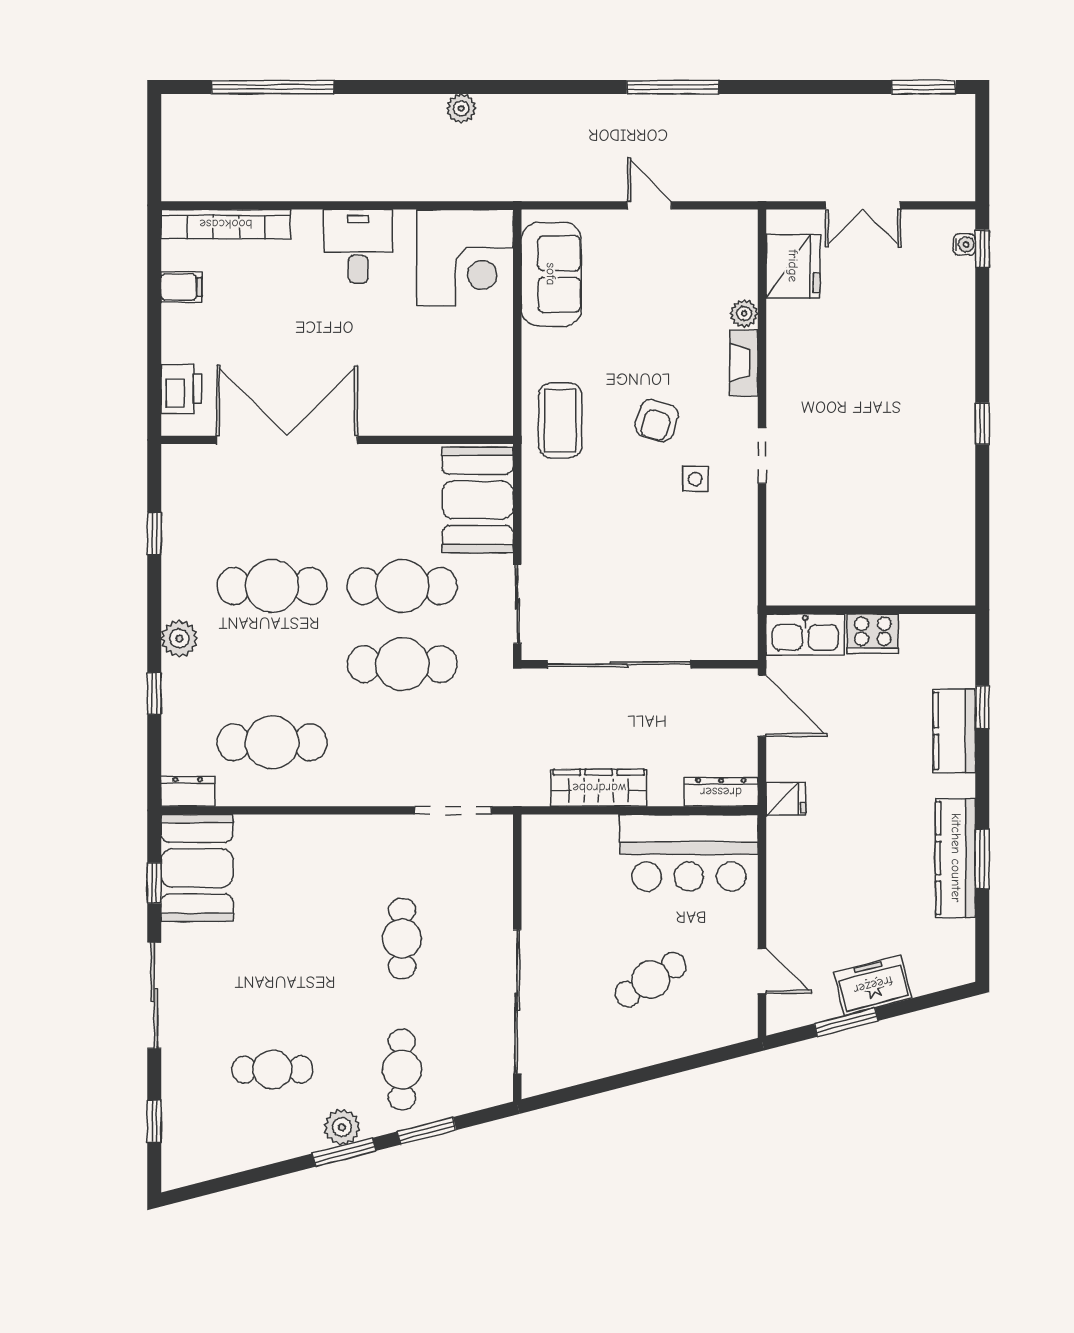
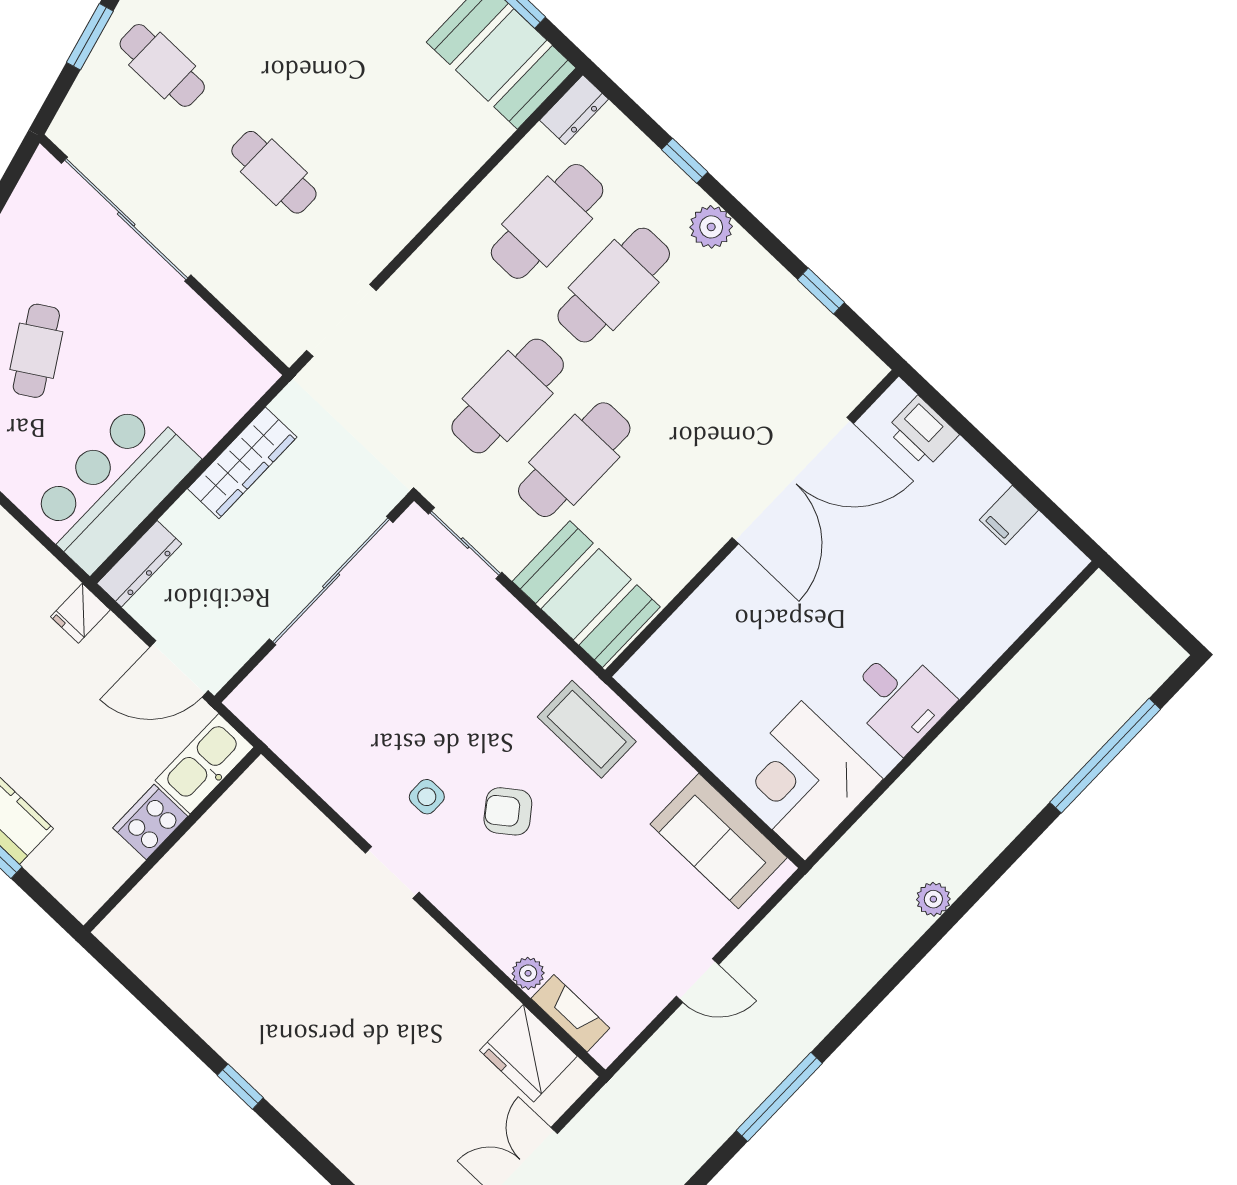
bookcase: (226, 224) -> (1026, 604), removed
fireplace: (744, 363) -> (570, 1013), moved
armchair: (657, 421) -> (508, 811), turned -54
cafe table: (272, 586) -> (614, 285), moved

